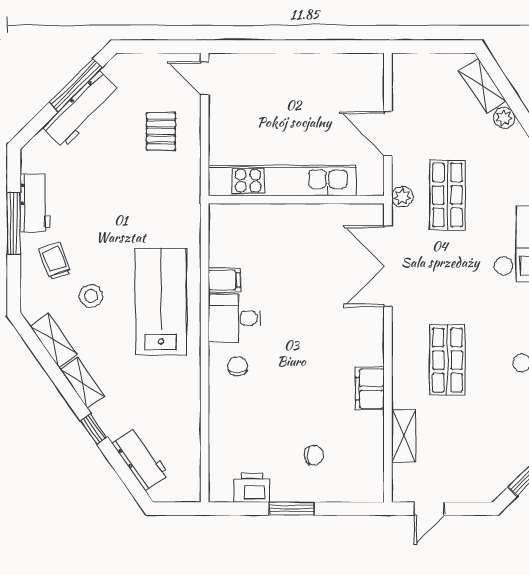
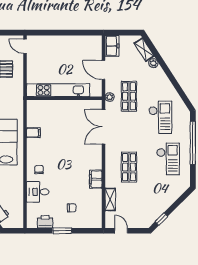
freezer: (408, 77) -> (112, 46), added
desk: (234, 318) -> (38, 192), moved
door: (429, 509) -> (121, 231), swing flipped

